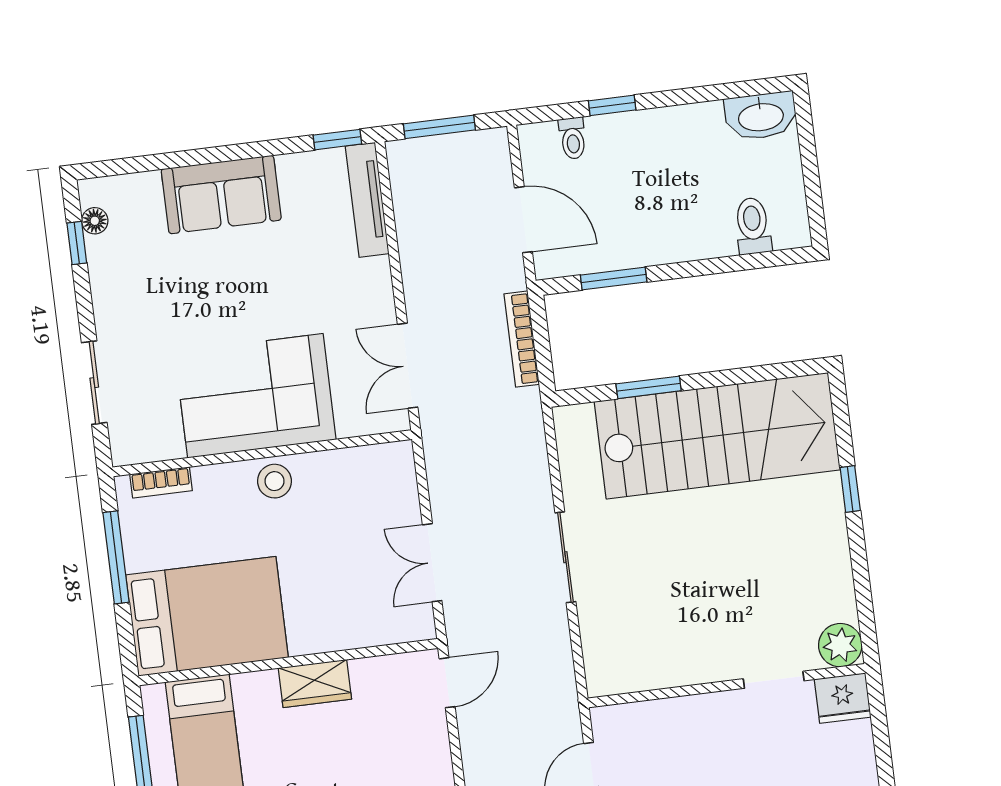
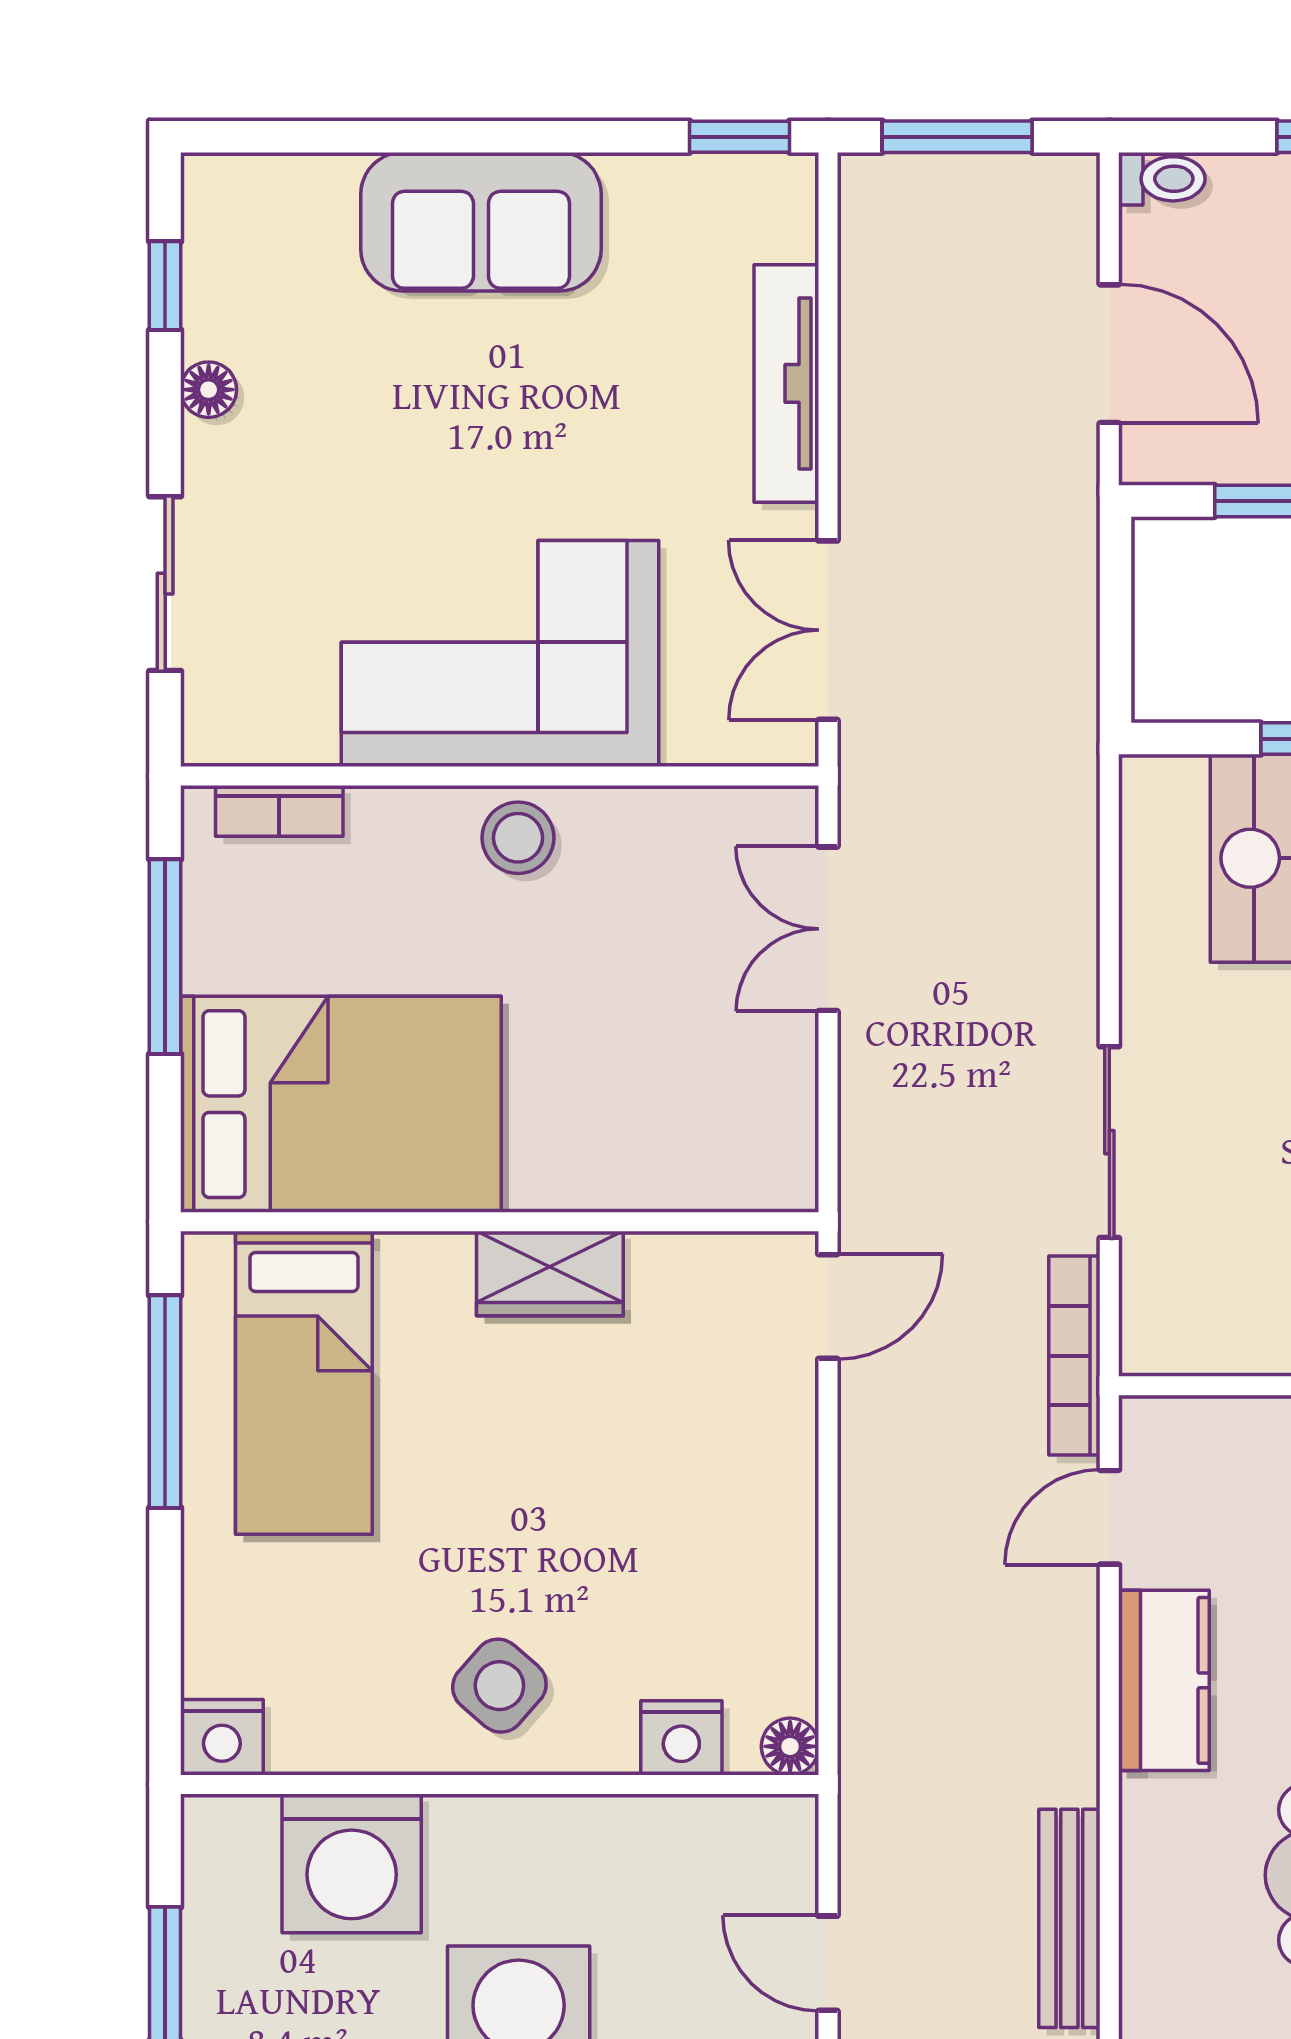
toilet: (573, 138) -> (1162, 179), moved, turned -90
tv unit: (367, 200) -> (786, 383), moved
floor lamp: (95, 221) -> (209, 390), moved
bookcase: (522, 339) -> (1074, 1356), moved
sliding door: (565, 557) -> (1109, 1142), moved
double door: (432, 563) -> (828, 929), moved

